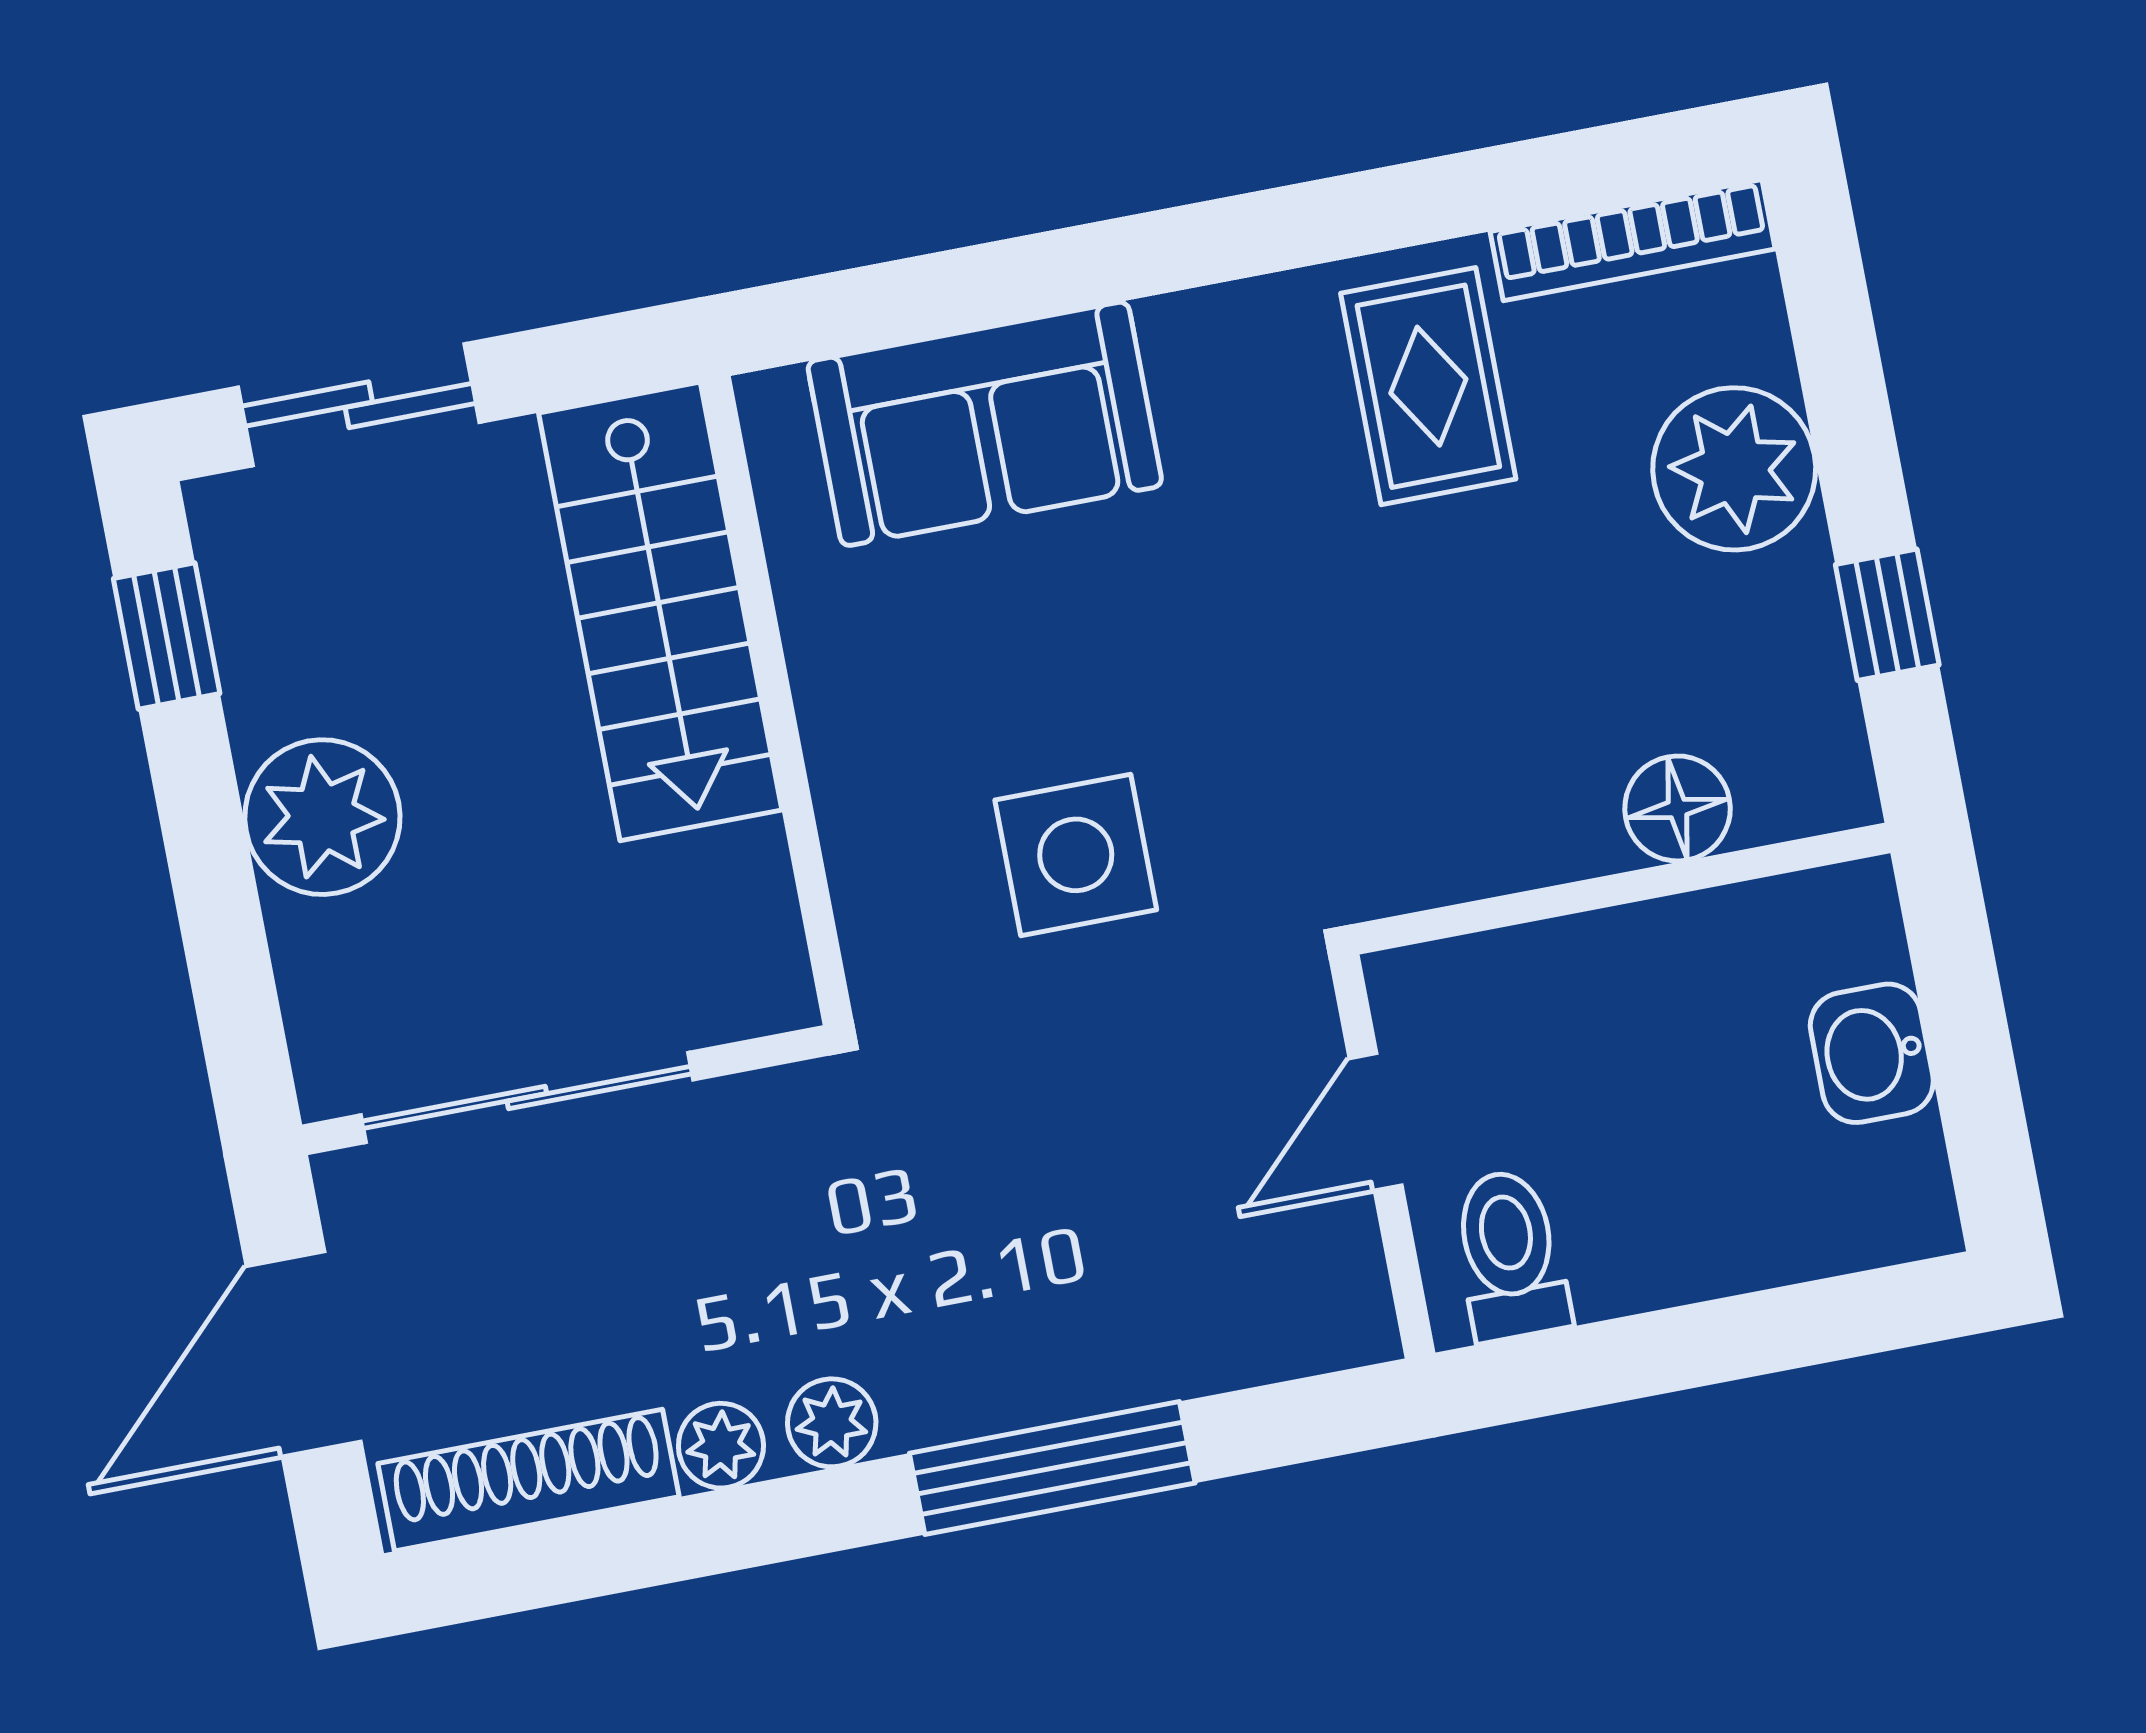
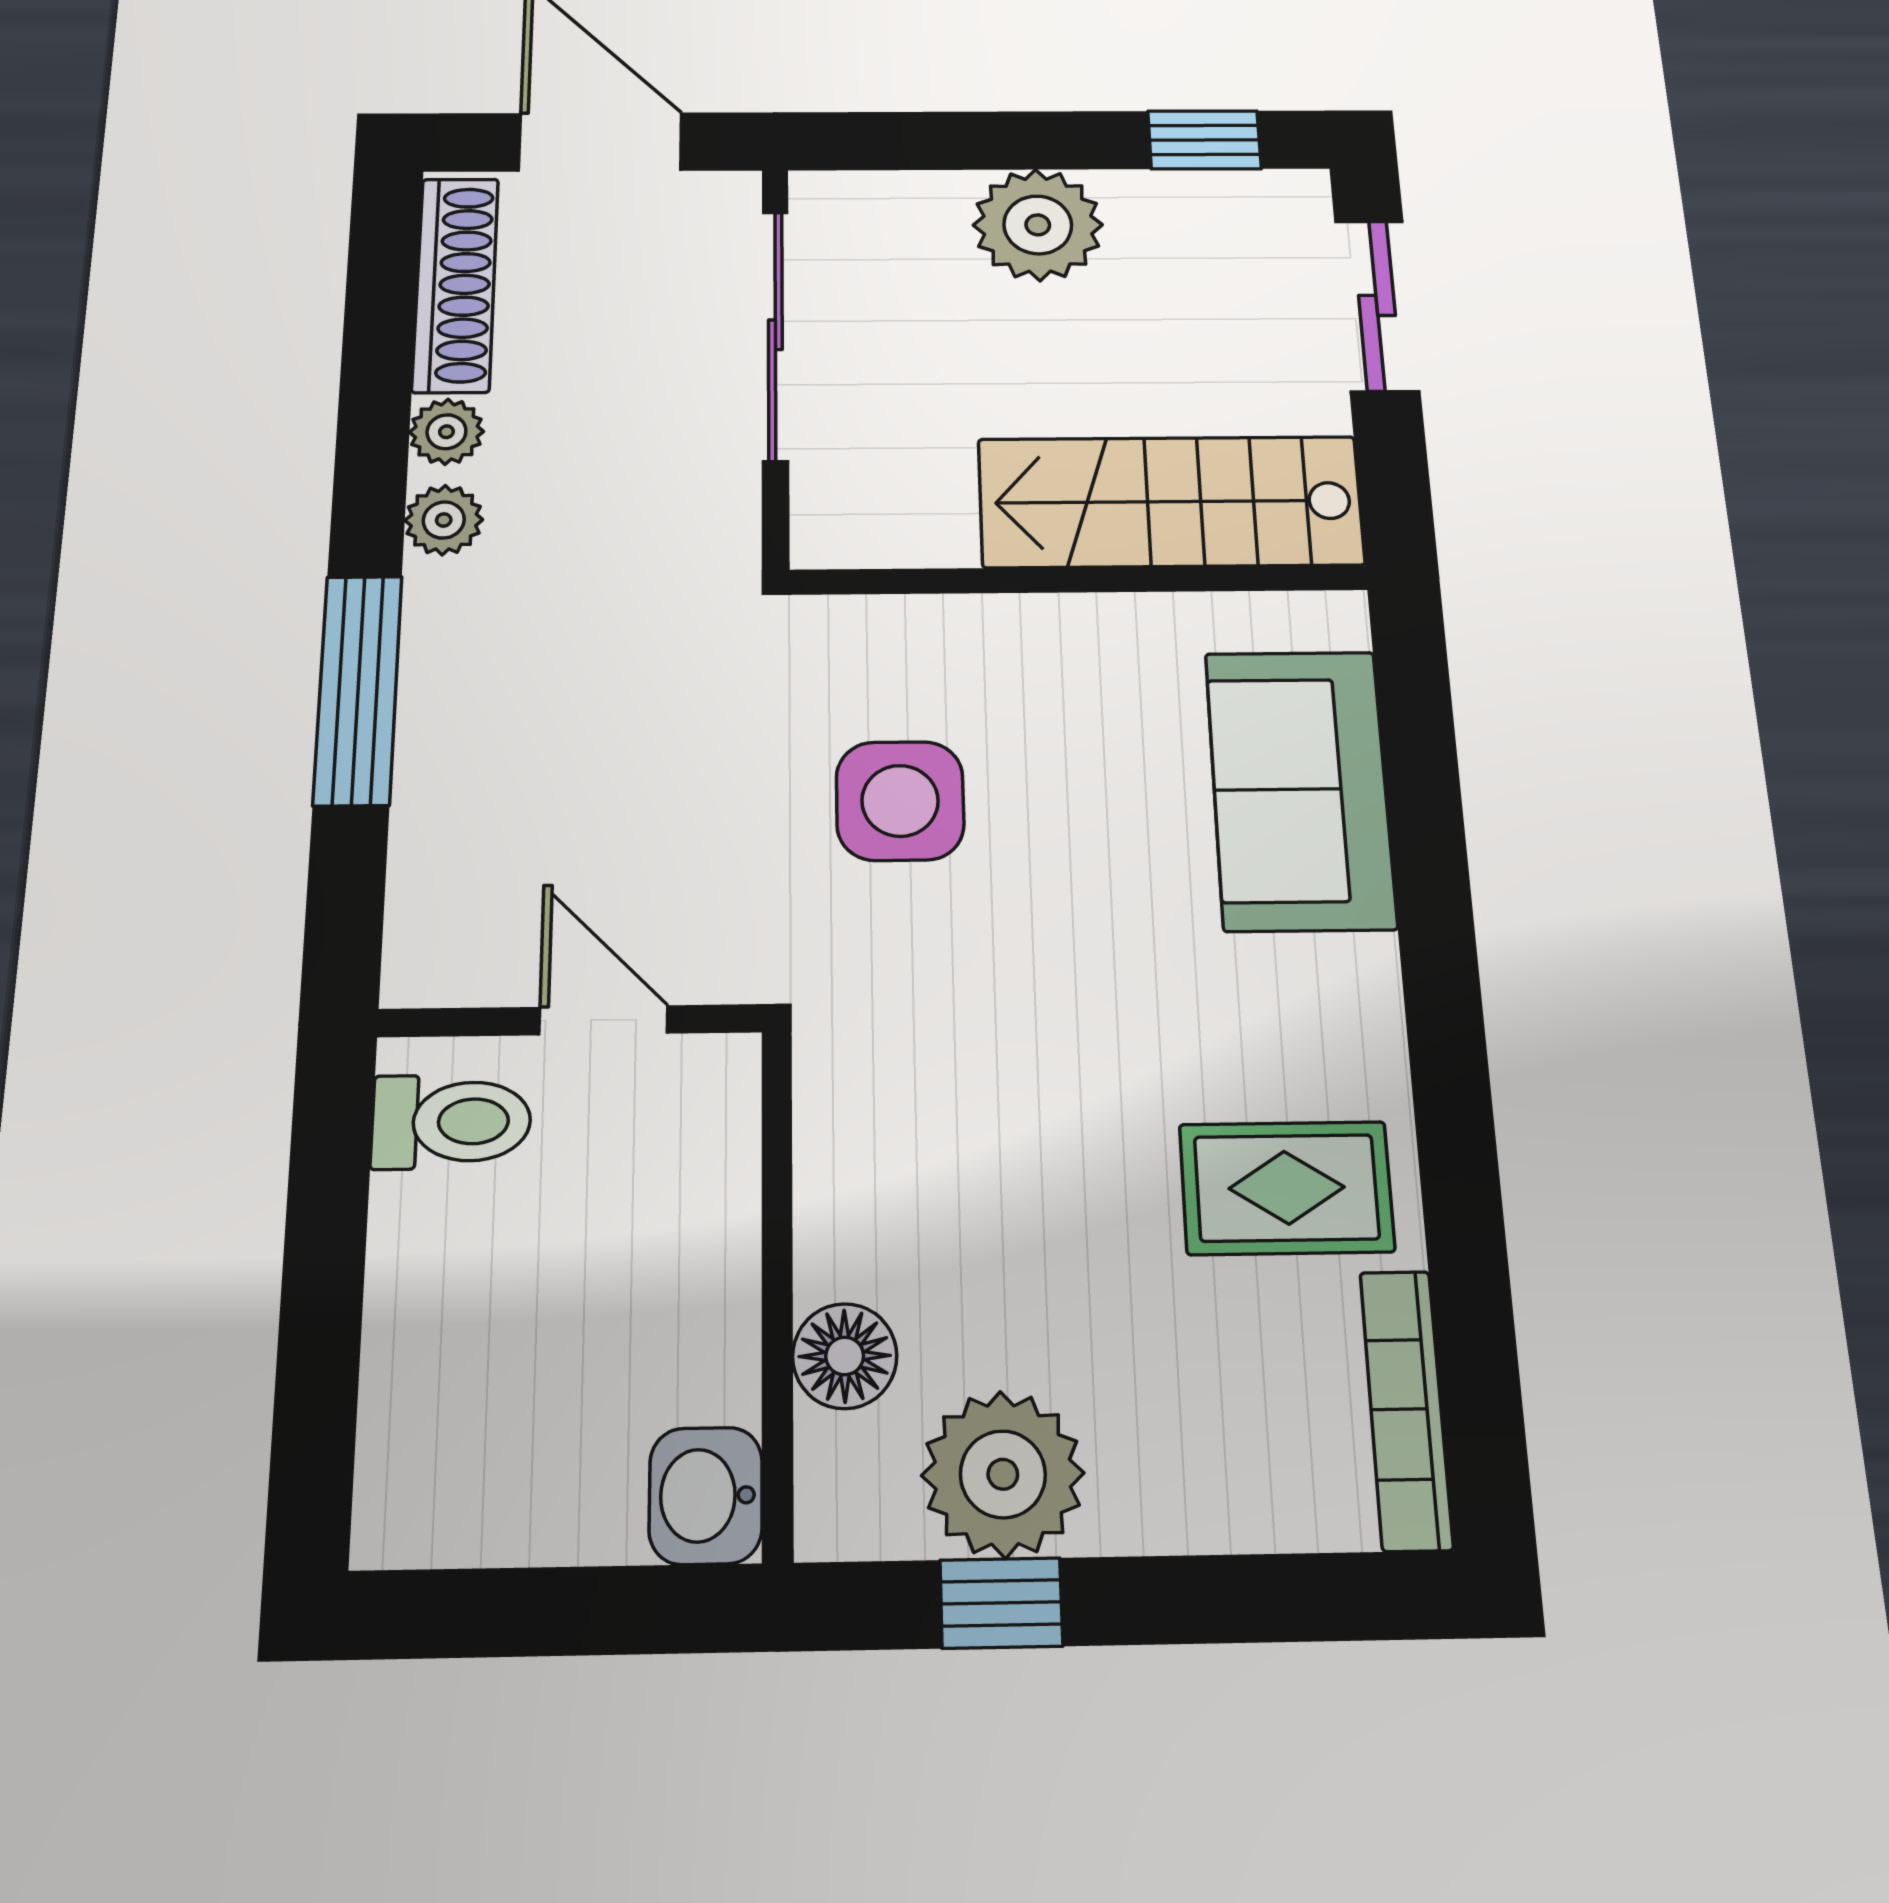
plant: (1734, 469) -> (1003, 1474), moved
washbasin: (1872, 1053) -> (706, 1496), moved, turned -90

